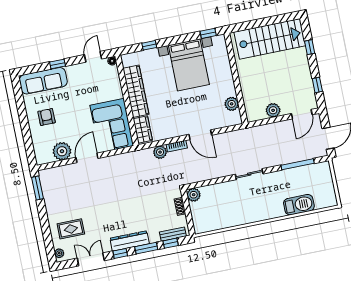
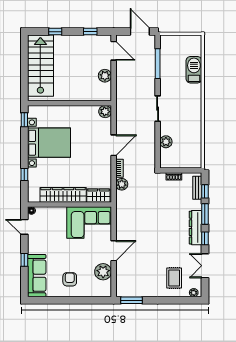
plant: (232, 104) -> (105, 112), moved
armchair: (47, 117) -> (70, 279), turned 90
door: (87, 158) -> (114, 251), swing flipped
plant: (194, 195) -> (166, 142), moved

